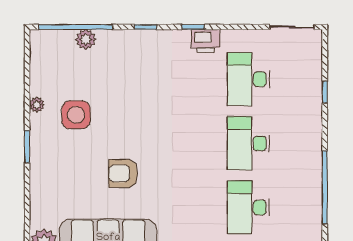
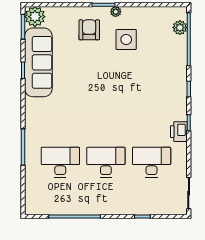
plant: (86, 39) -> (180, 28), moved
plant: (37, 105) -> (116, 12), moved
armchair: (123, 173) -> (89, 30), moved

